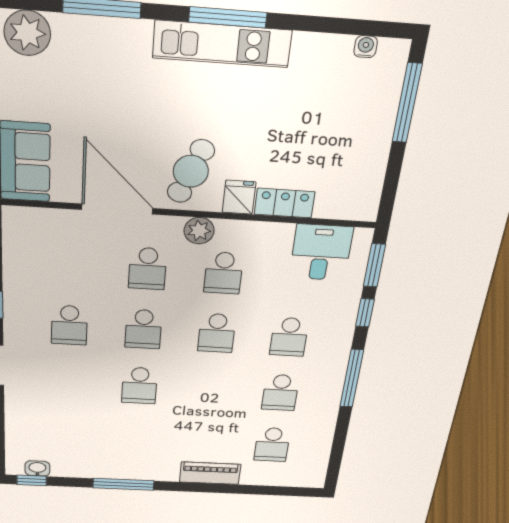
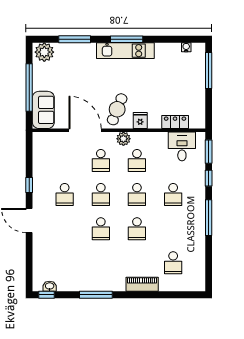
locker: (285, 203) -> (175, 122), moved
school desk: (280, 393) -> (137, 229), moved

